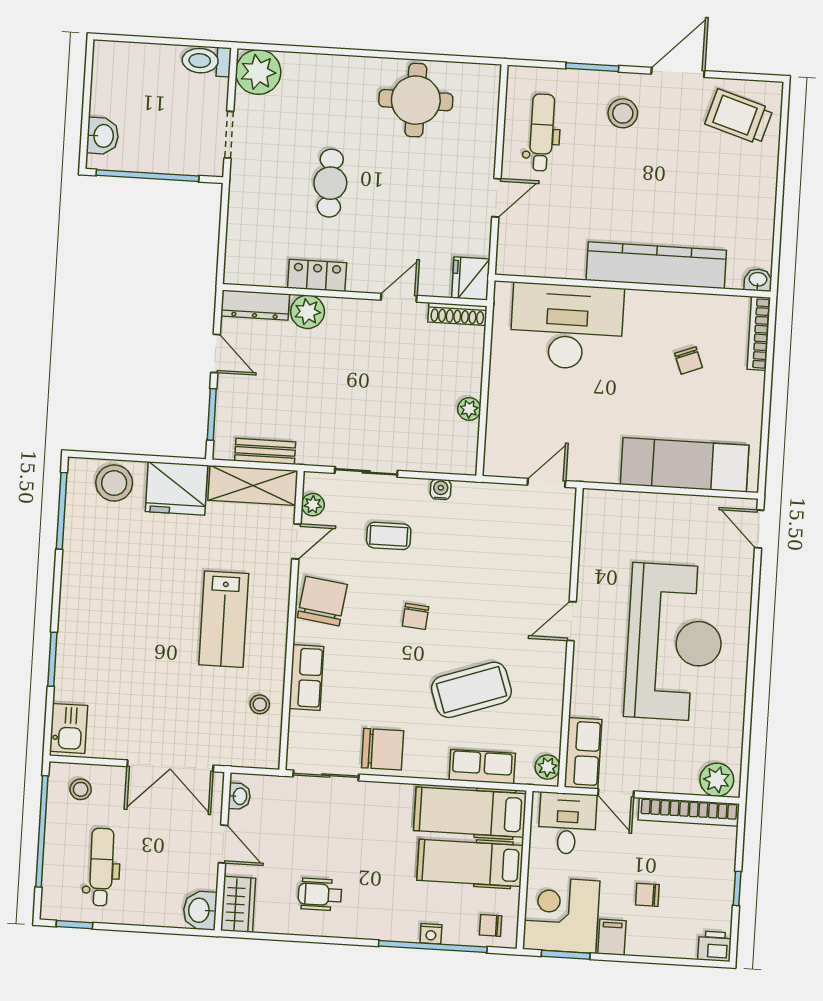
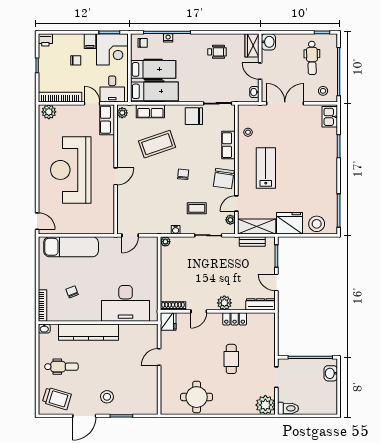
dental chair: (542, 132) -> (61, 367), moved, turned -90
plant: (308, 312) -> (224, 303), moved
plant: (469, 409) -> (165, 242), moved

